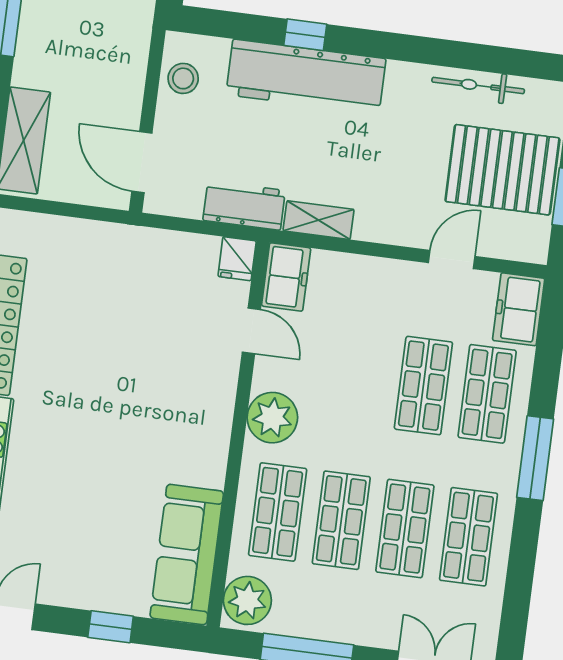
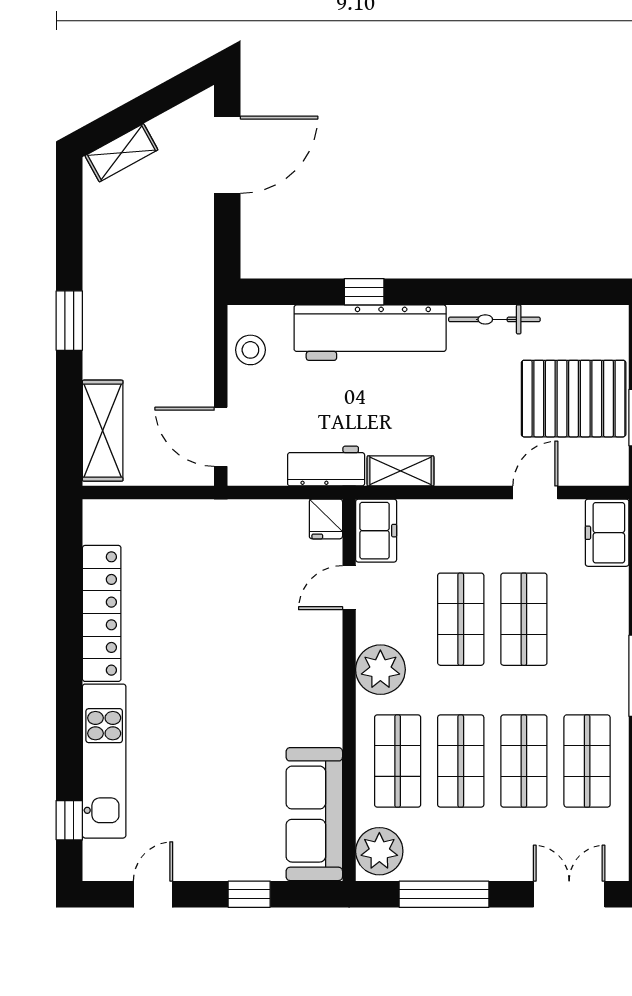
bicycle: (478, 86) -> (494, 319), moved
door: (251, 331) -> (349, 588), swing flipped
shop shelf: (487, 394) -> (461, 619), moved

